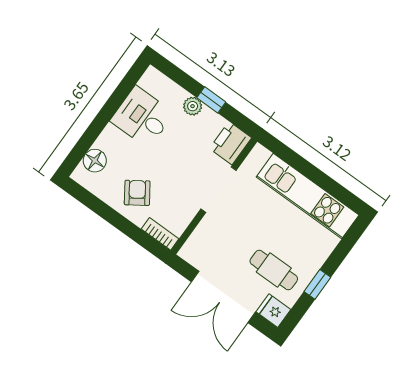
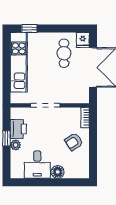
printer: (231, 143) -> (18, 129), moved, turned -90
floor lamp: (95, 161) -> (58, 172), moved
window: (317, 284) -> (29, 28), moved

